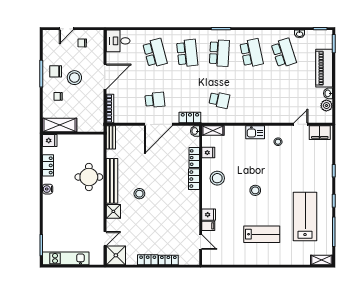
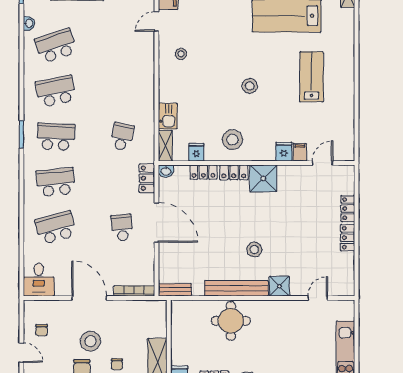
door: (301, 124) -> (156, 22), hinge flipped
kitchen sink: (255, 132) -> (168, 116), moved
door: (105, 239) -> (318, 298), hinge flipped
shower: (116, 255) -> (263, 178), moved

